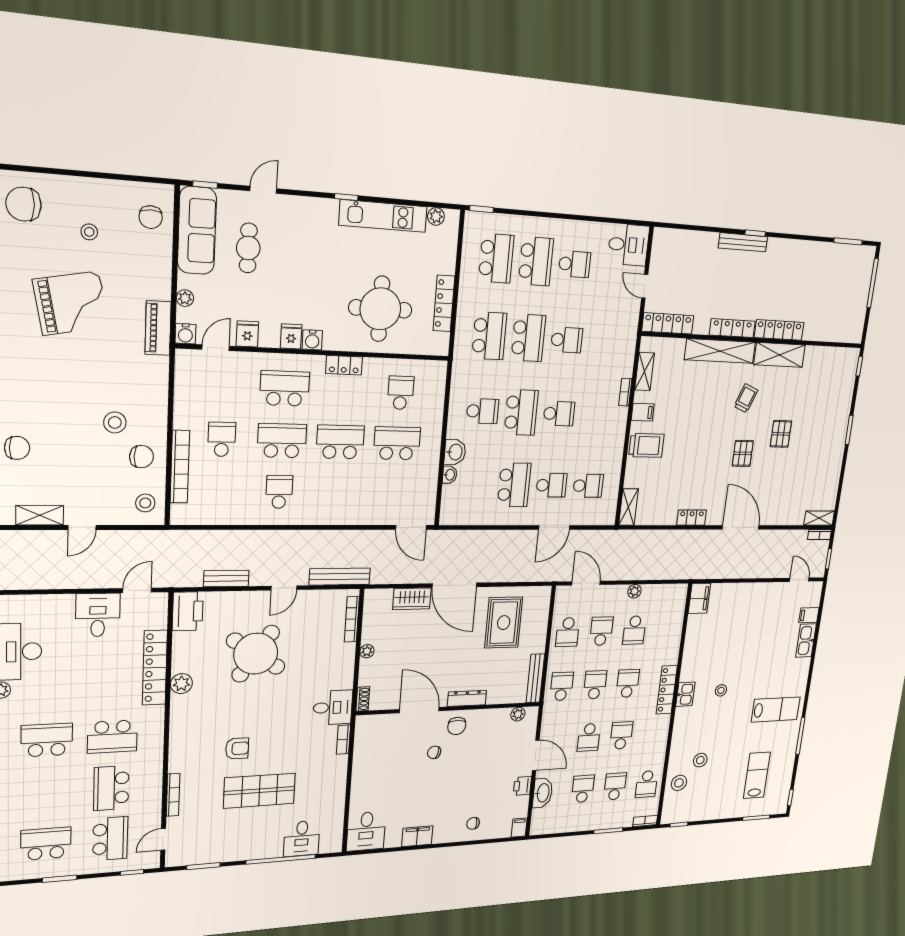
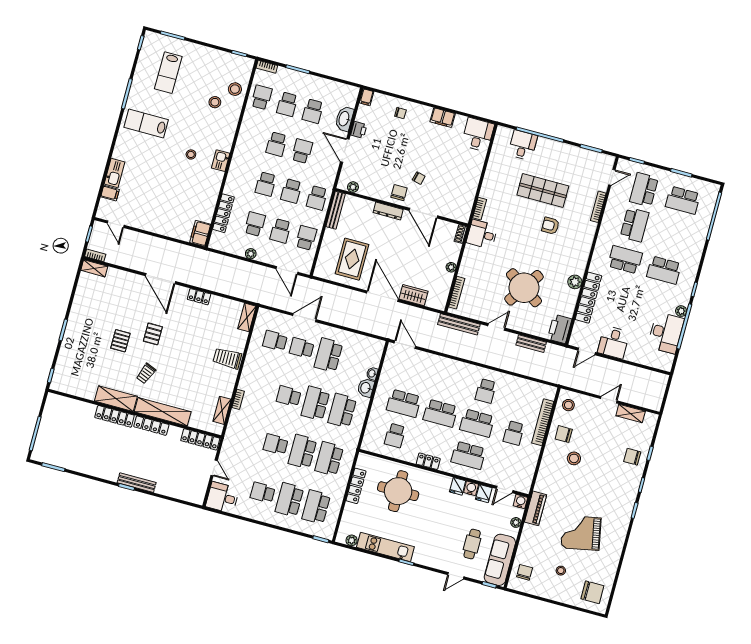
water cooler: (312, 340) -> (471, 488), moved
school desk: (483, 411) -> (342, 411), width x1.85
filing cabinet: (643, 412) -> (227, 382), removed
locker: (667, 690) -> (223, 213), moved

